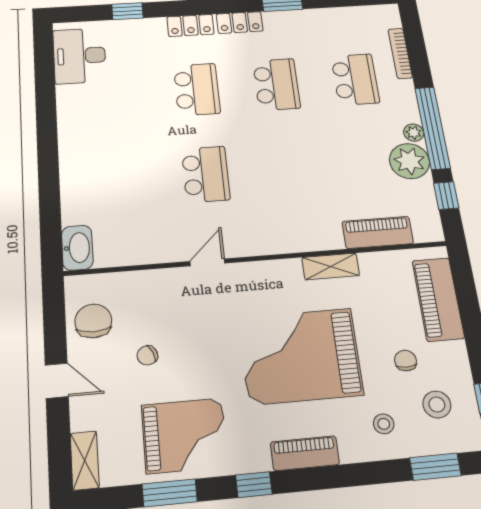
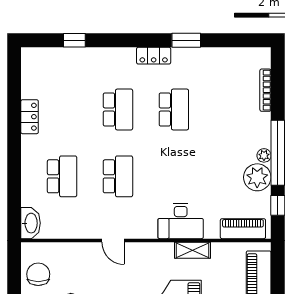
locker: (190, 25) -> (30, 117), moved, turned -90
desk: (79, 56) -> (181, 221), moved, turned -90
school desk: (355, 79) -> (62, 176), moved
piano: (378, 232) -> (243, 229), moved
door: (207, 262) -> (113, 240), swing flipped

